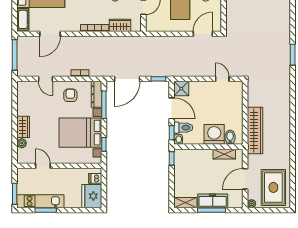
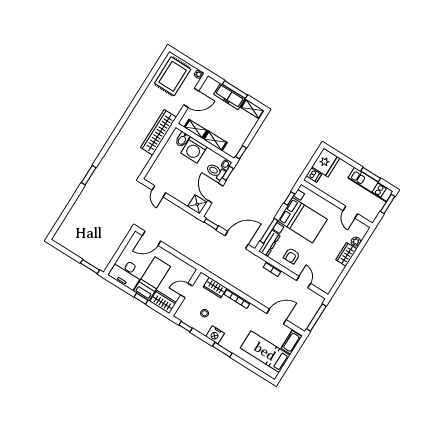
shelving: (201, 154) -> (215, 141), added

